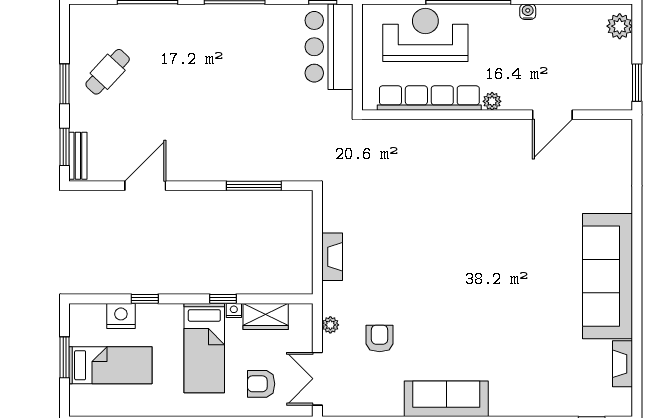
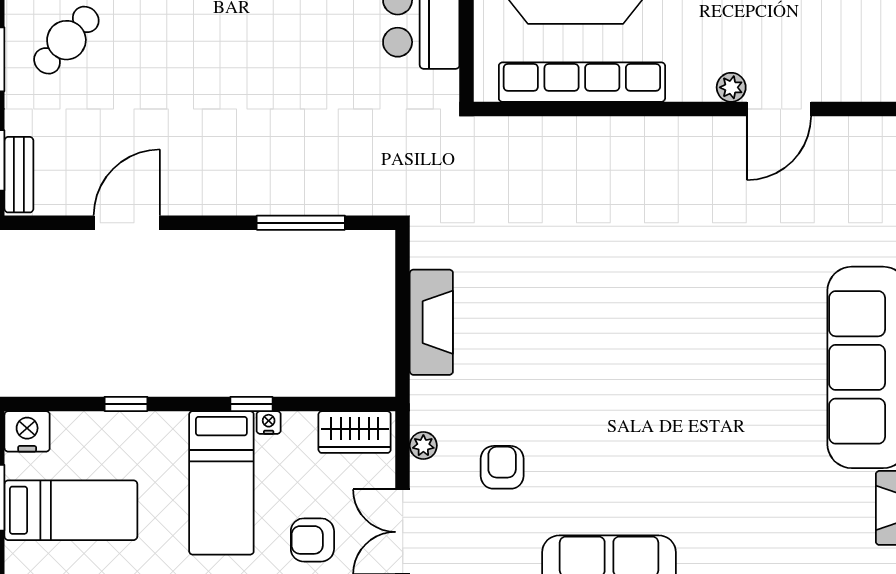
plant: (492, 101) -> (731, 87), moved
fireplace: (332, 257) -> (431, 322), width x1.37, depth x1.32
nightstand: (121, 316) -> (27, 431), moved
wardrobe: (266, 316) -> (355, 432), moved

